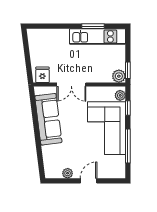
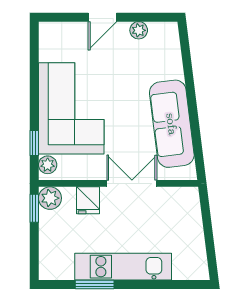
kitchen unit: (98, 36) -> (123, 267), moved
fridge: (42, 75) -> (88, 200), moved
window: (128, 146) -> (34, 77), removed

